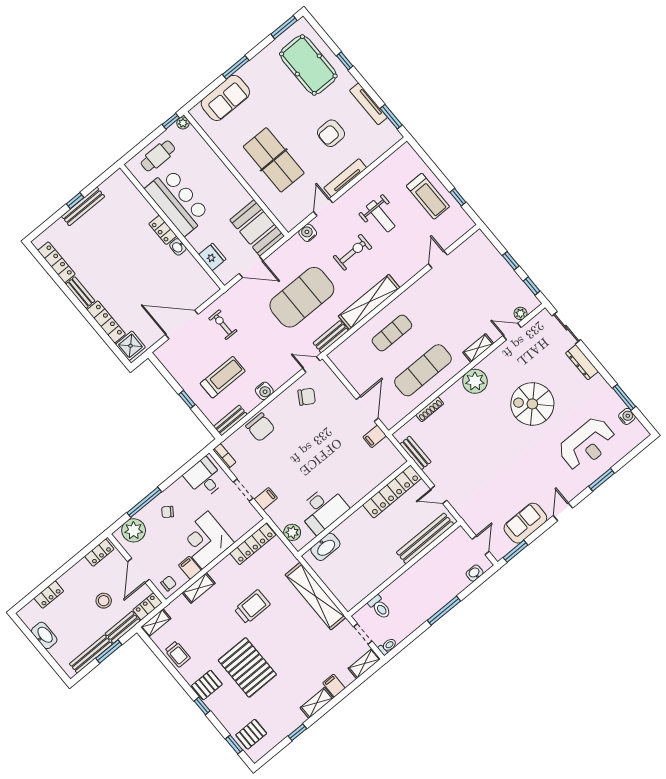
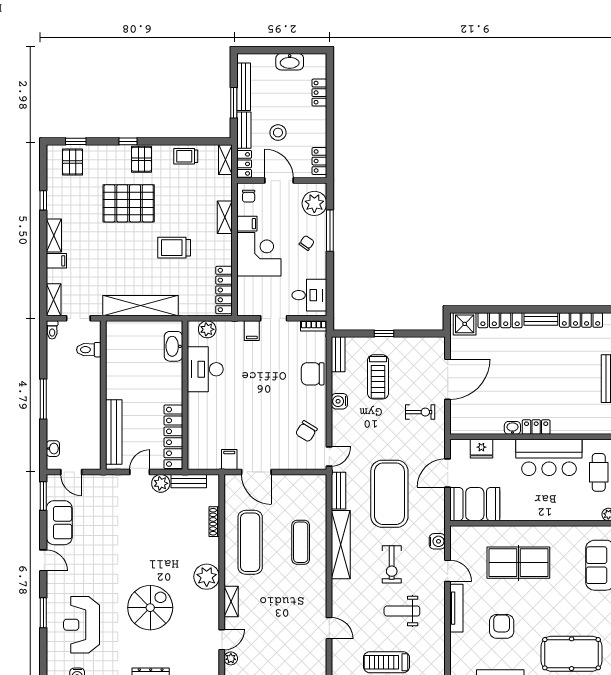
plant: (434, 472) -> (161, 483), added
trolley: (252, 607) -> (174, 248), turned 90

